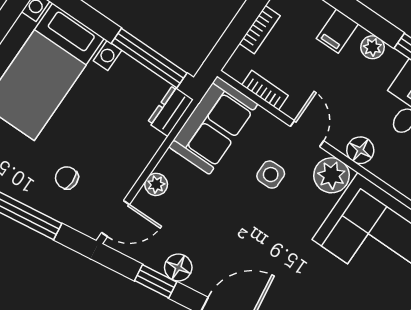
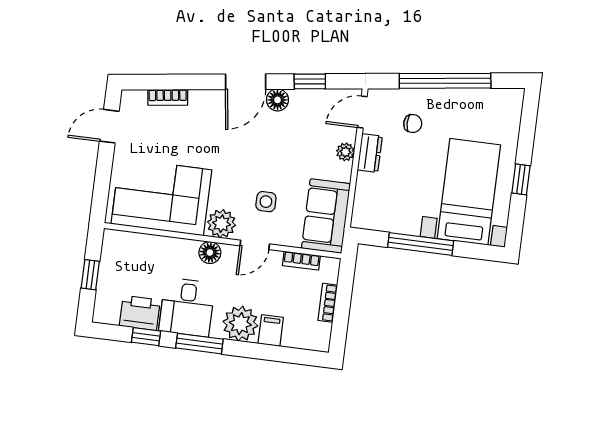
plant: (372, 47) -> (240, 324), width x1.88, depth x1.88
window: (149, 58) -> (421, 244), moved
dresser: (170, 111) -> (370, 153), moved
door: (307, 134) -> (255, 245), hinge flipped
floor lamp: (178, 267) -> (277, 100), moved

